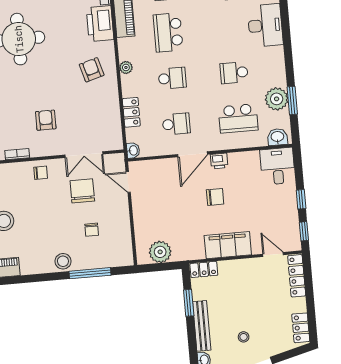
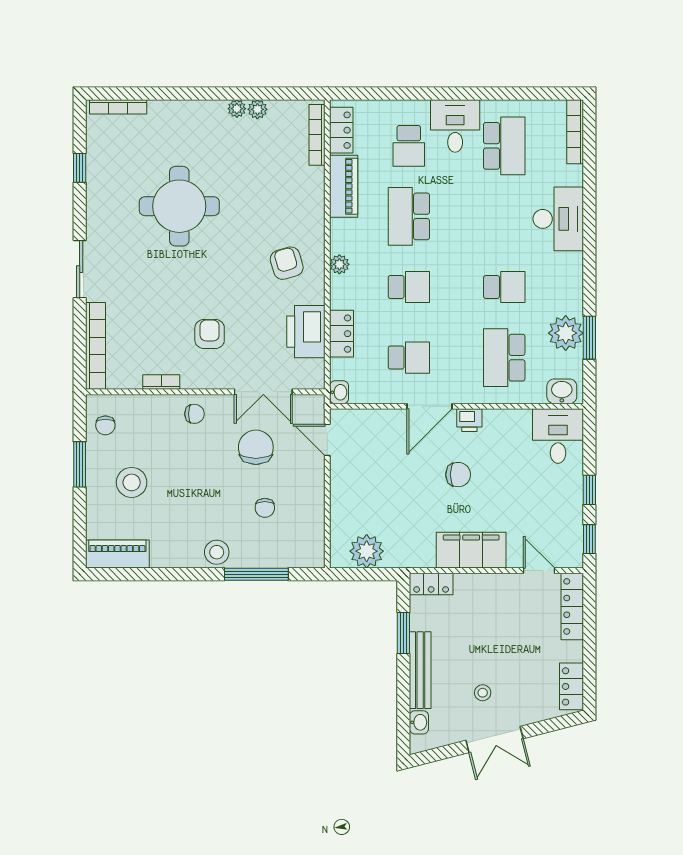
printer: (100, 24) -> (306, 332), moved
school desk: (234, 73) -> (504, 287), turned 180
school desk: (238, 118) -> (504, 358), turned 90

